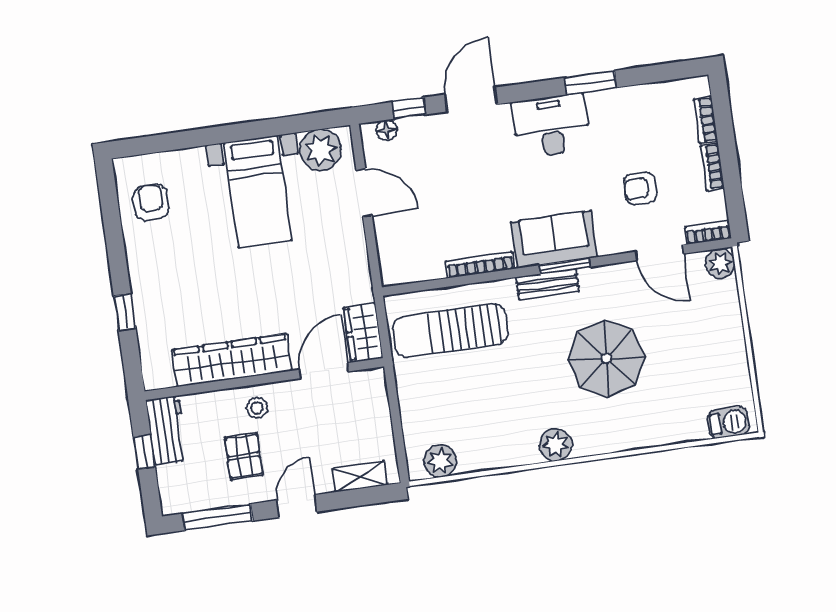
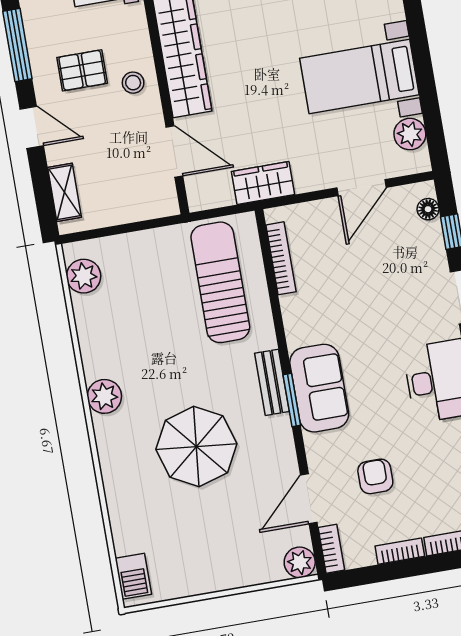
plant: (321, 150) -> (410, 134), width x0.73, depth x0.73
bookcase: (480, 265) -> (281, 258), moved
wardrobe: (363, 333) -> (263, 183), moved

